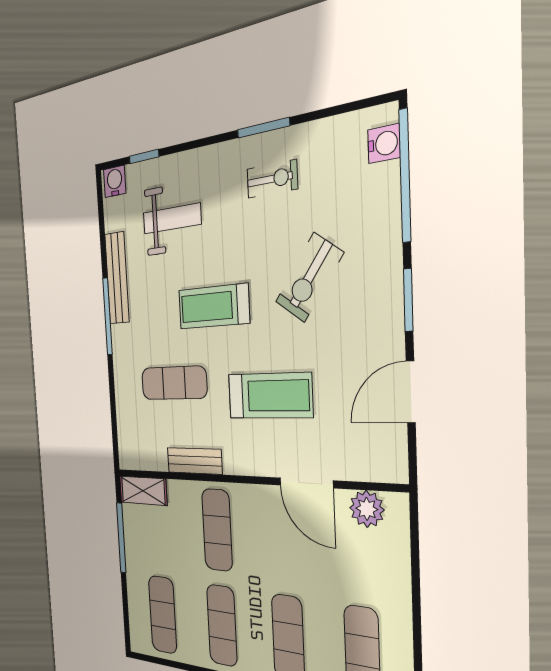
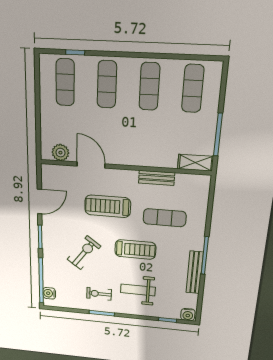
weight bench: (172, 218) -> (138, 290), moved
exercise mat: (217, 530) -> (146, 141), removed

